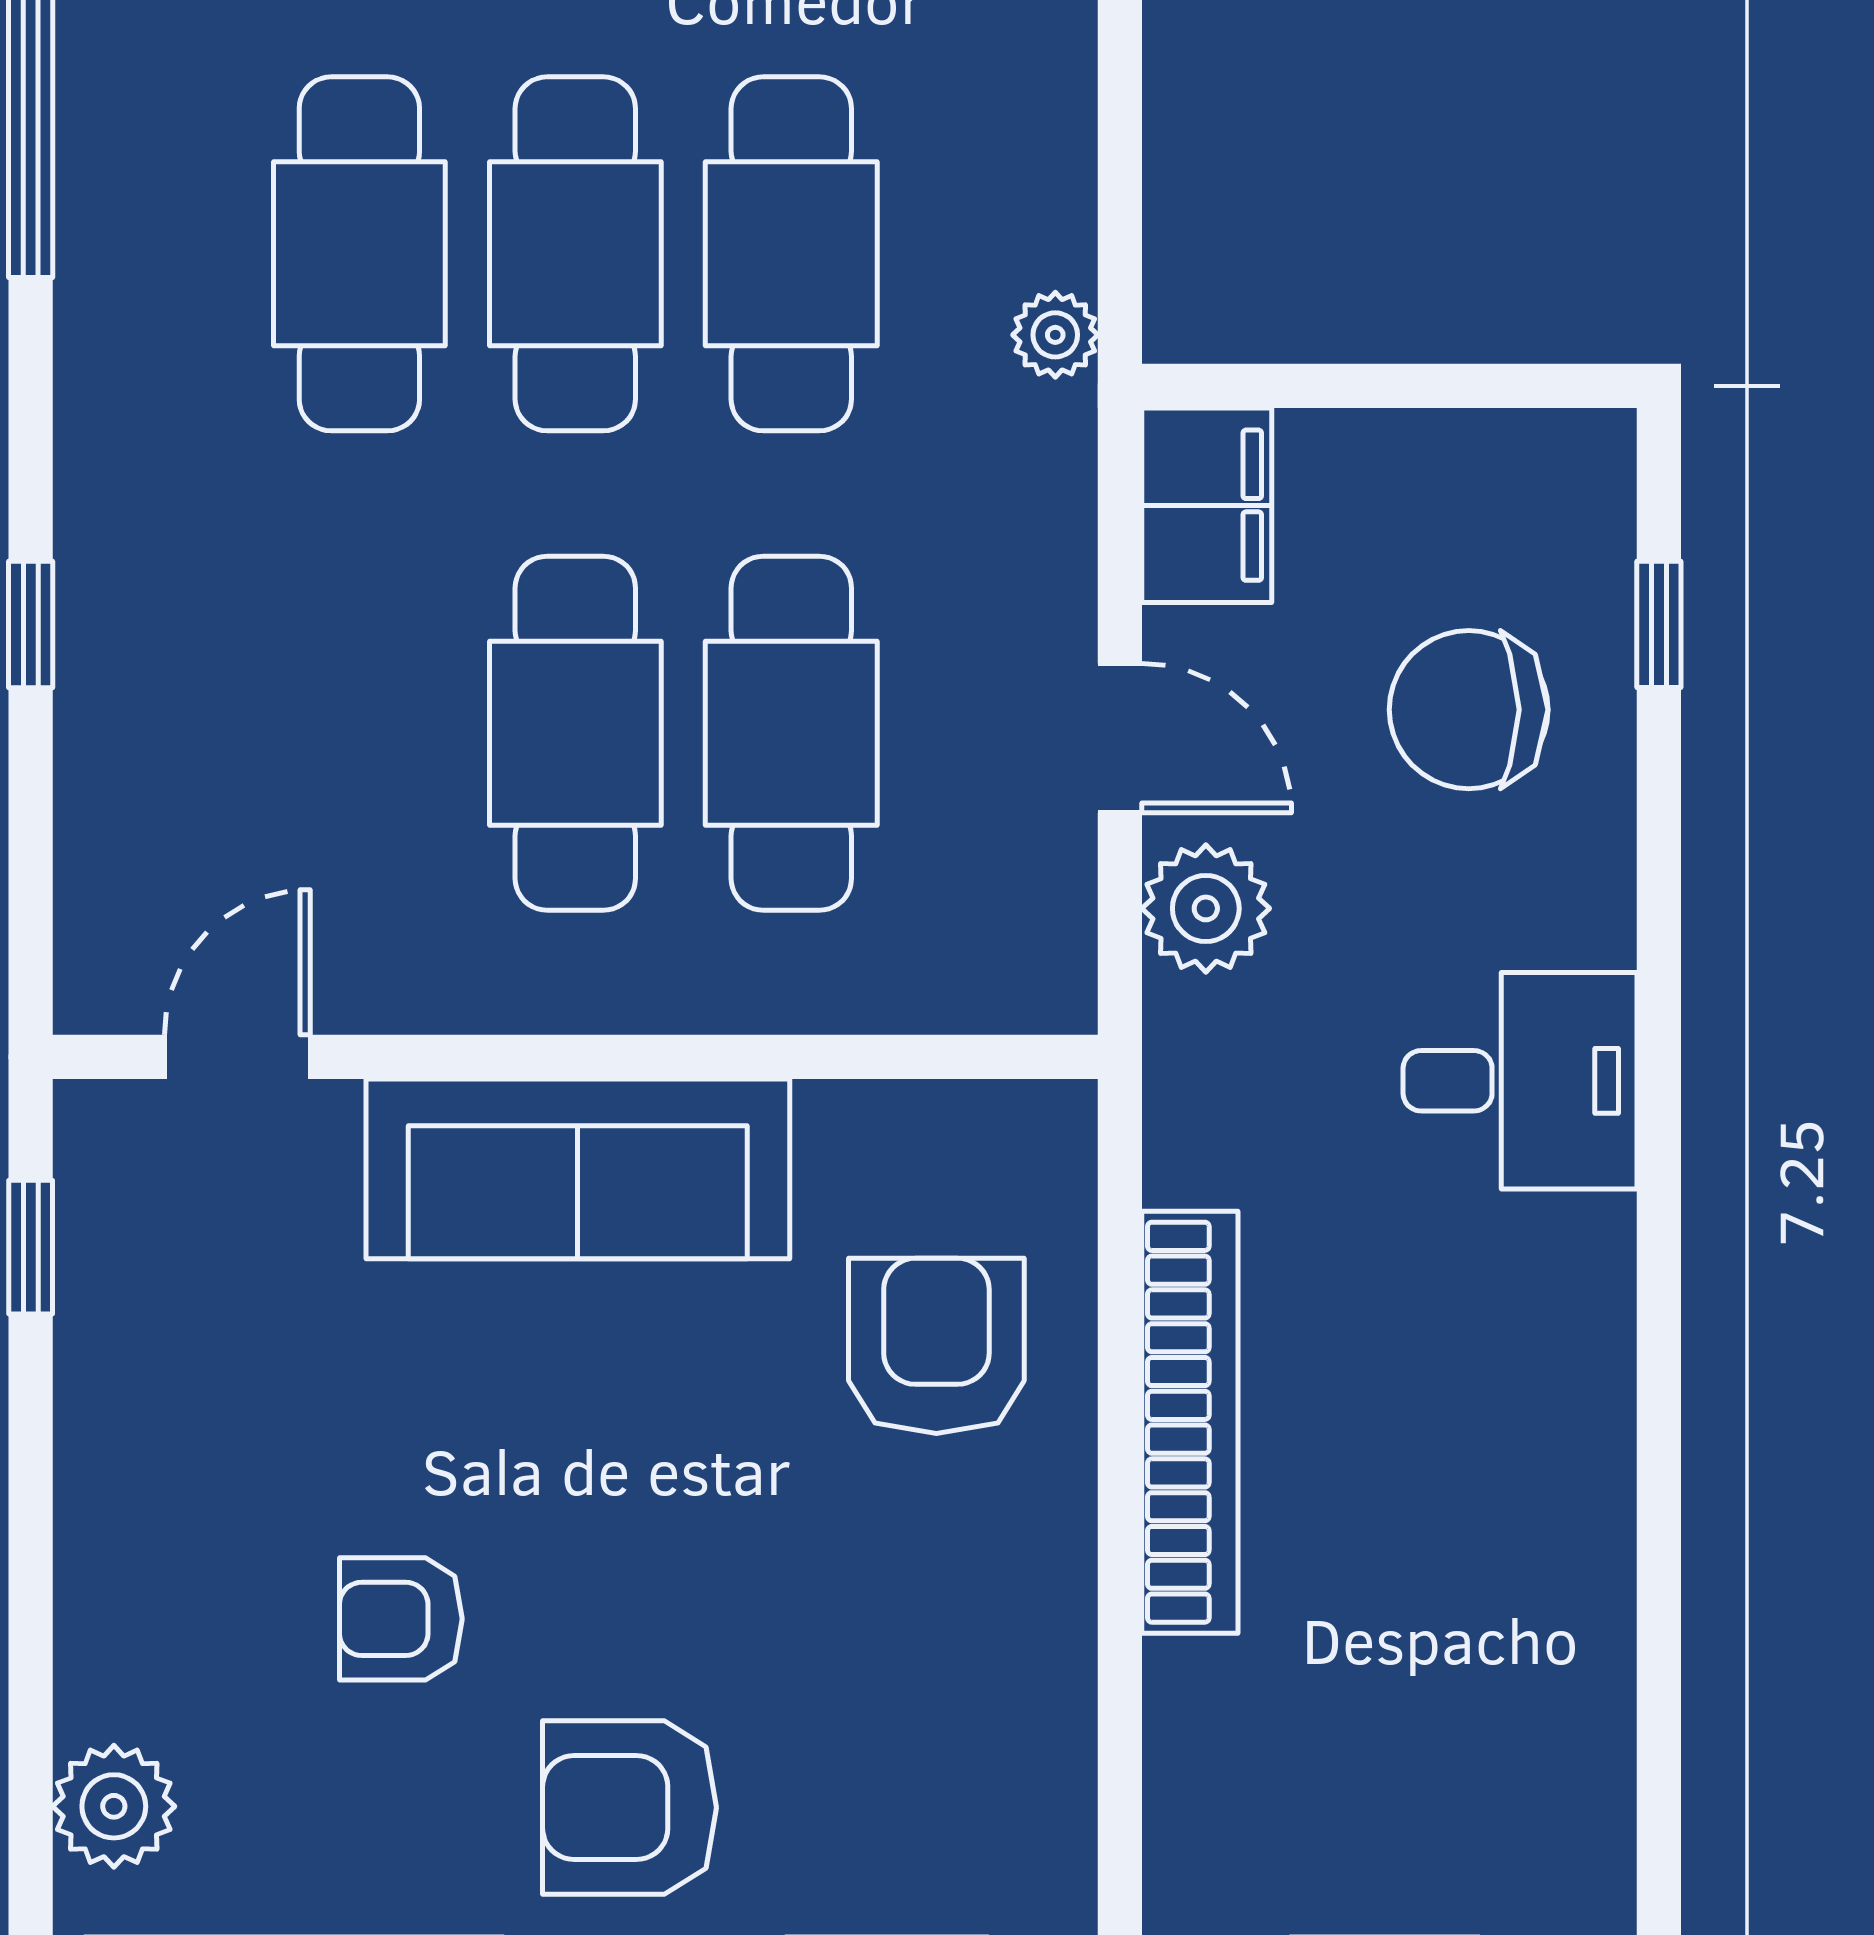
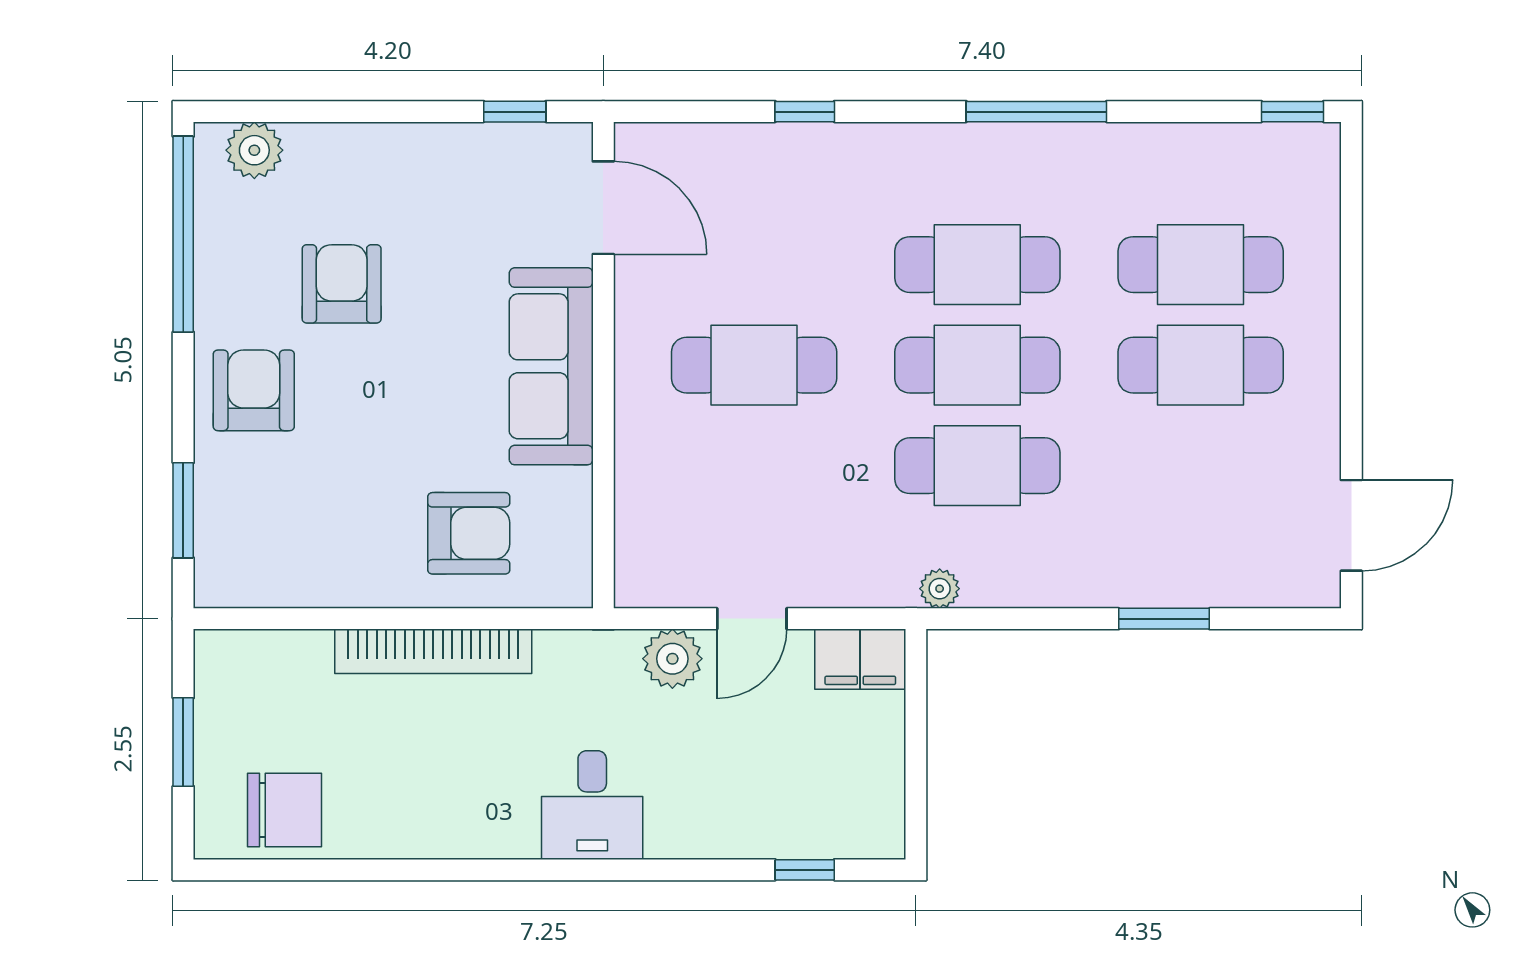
chair: (1469, 710) -> (284, 810), moved, turned 90
cafe table: (791, 733) -> (754, 466), removed
door: (237, 1057) -> (603, 208), width x1.38
armchair: (401, 1619) -> (342, 284), width x1.38, depth x1.38

